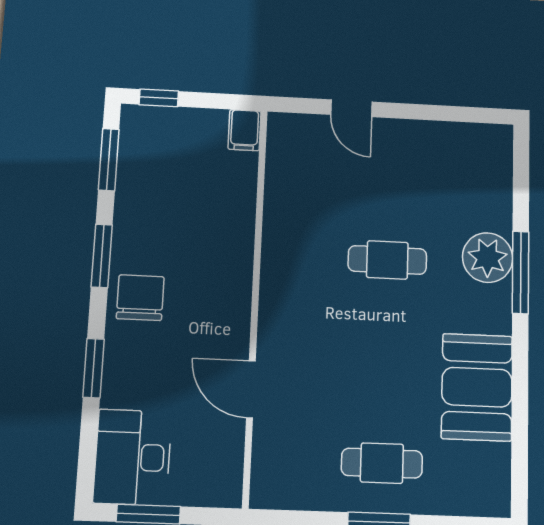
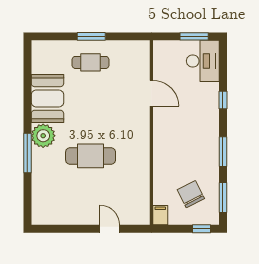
plant: (488, 258) -> (43, 136), moved
cafe table: (387, 260) -> (91, 156), width x1.37, depth x1.35
chair: (140, 298) -> (191, 194), moved, turned 153
window: (94, 368) -> (223, 100), width x0.67

